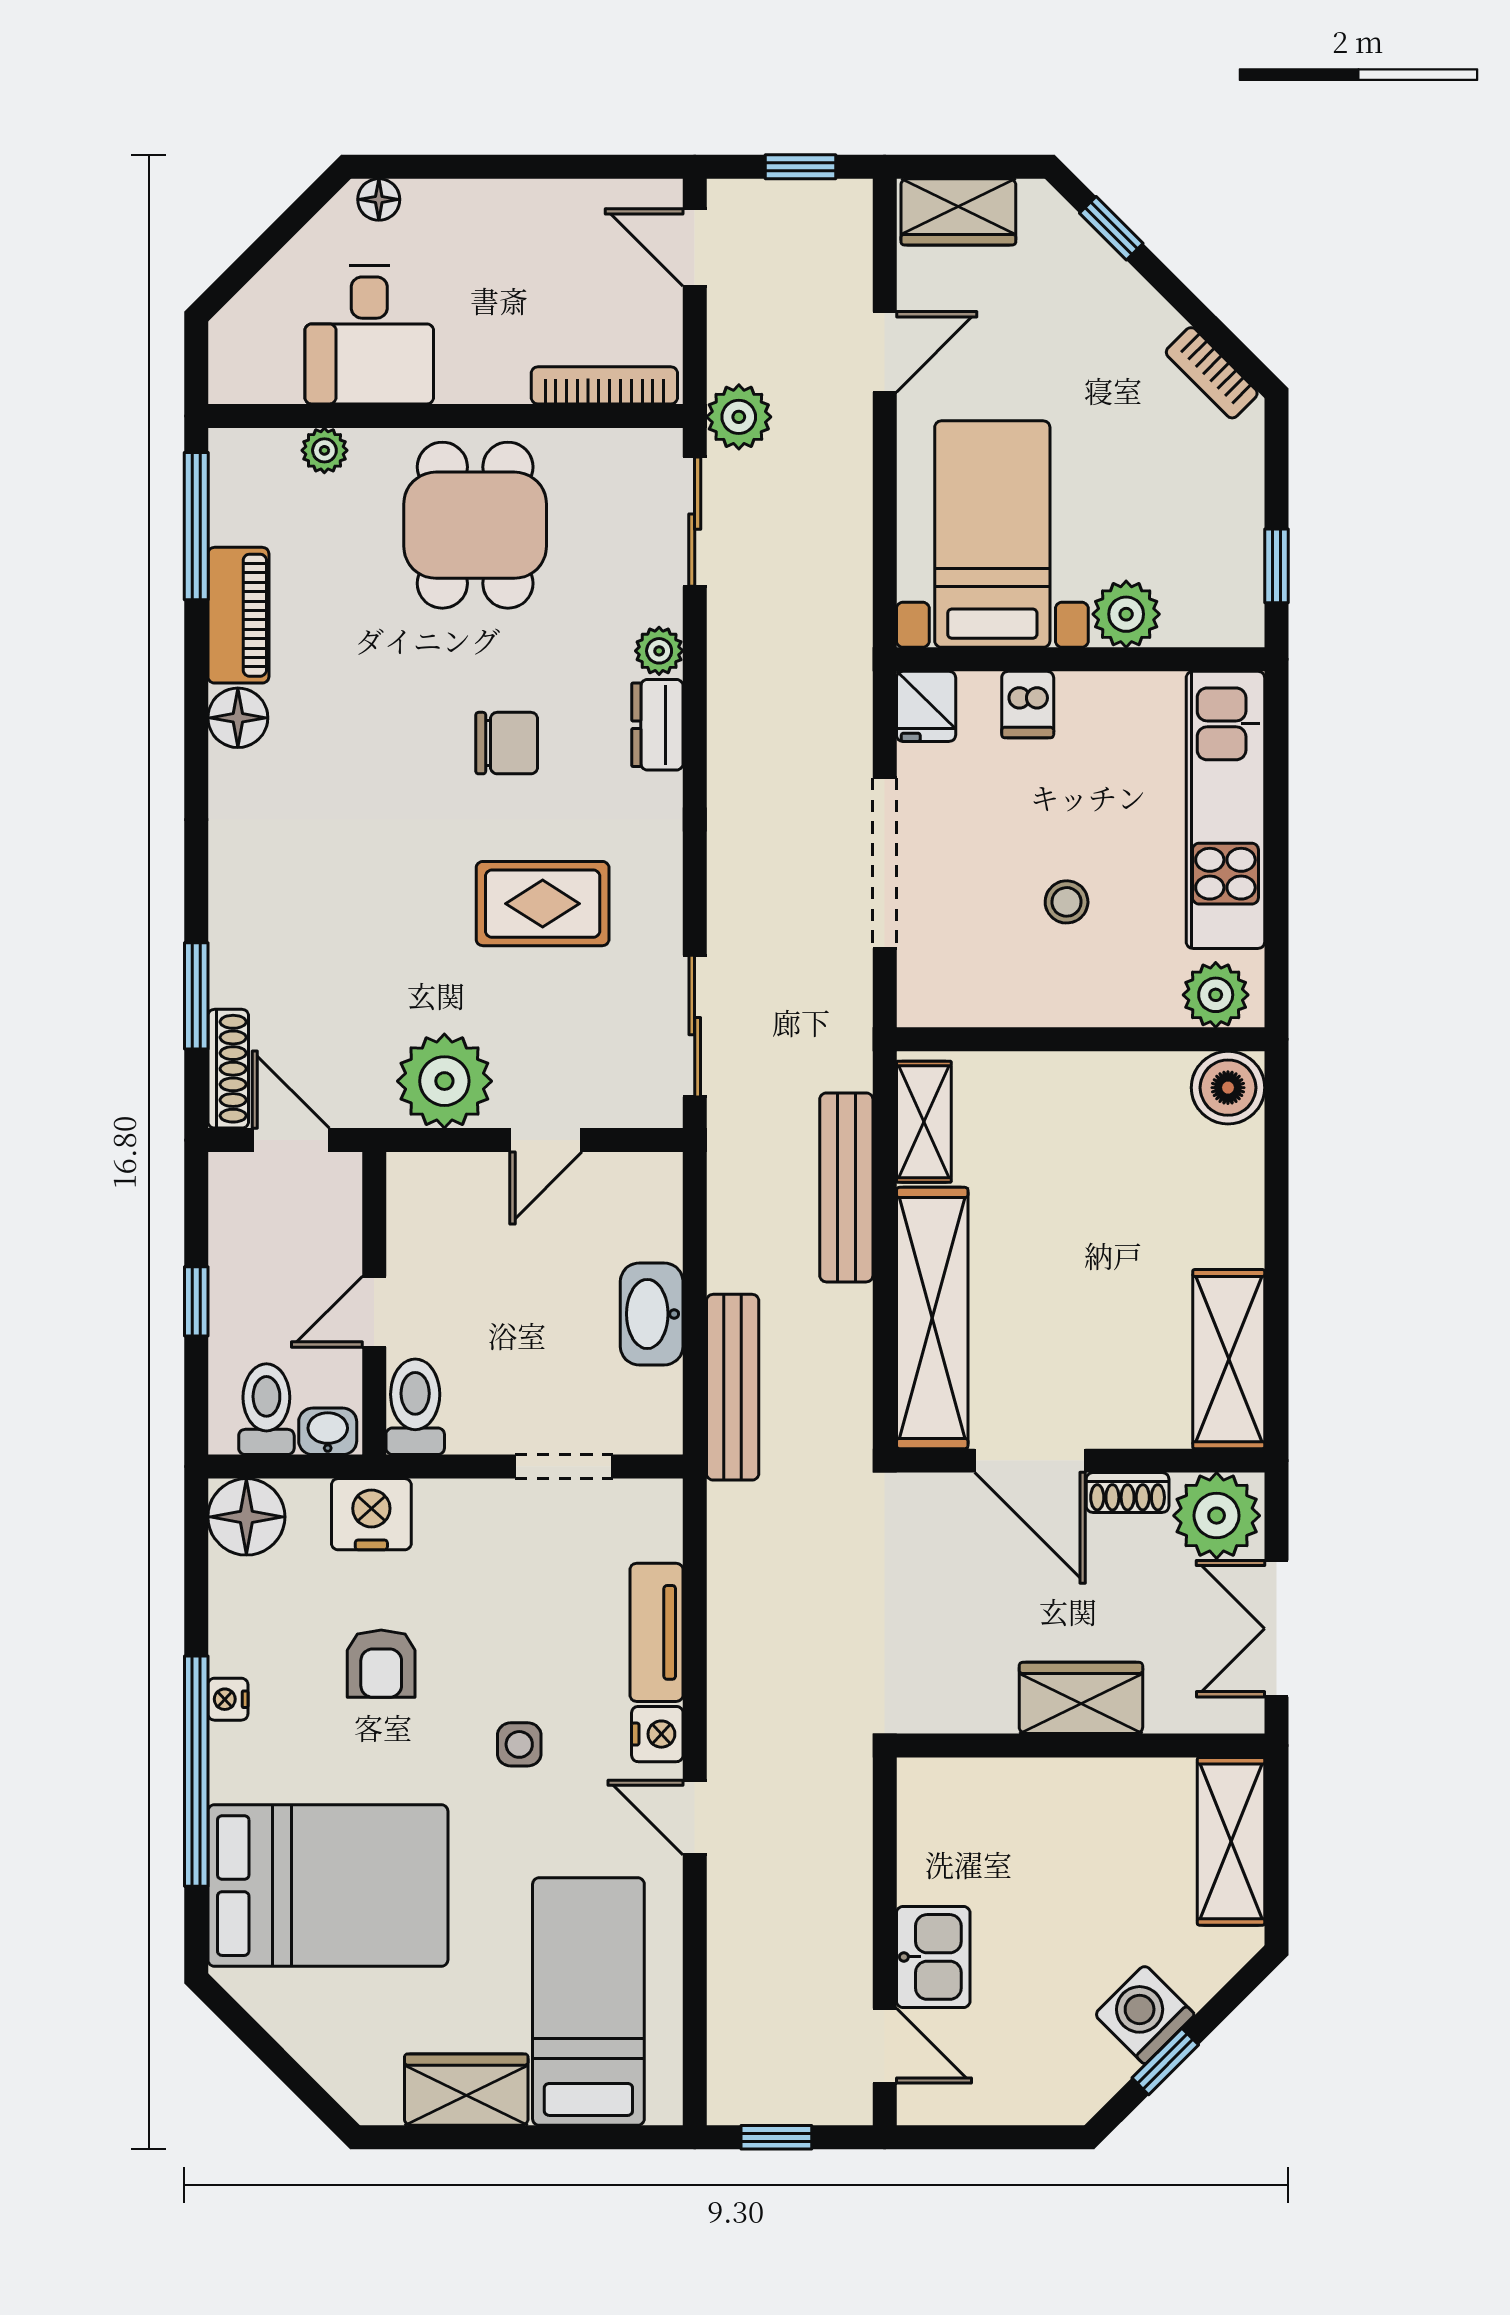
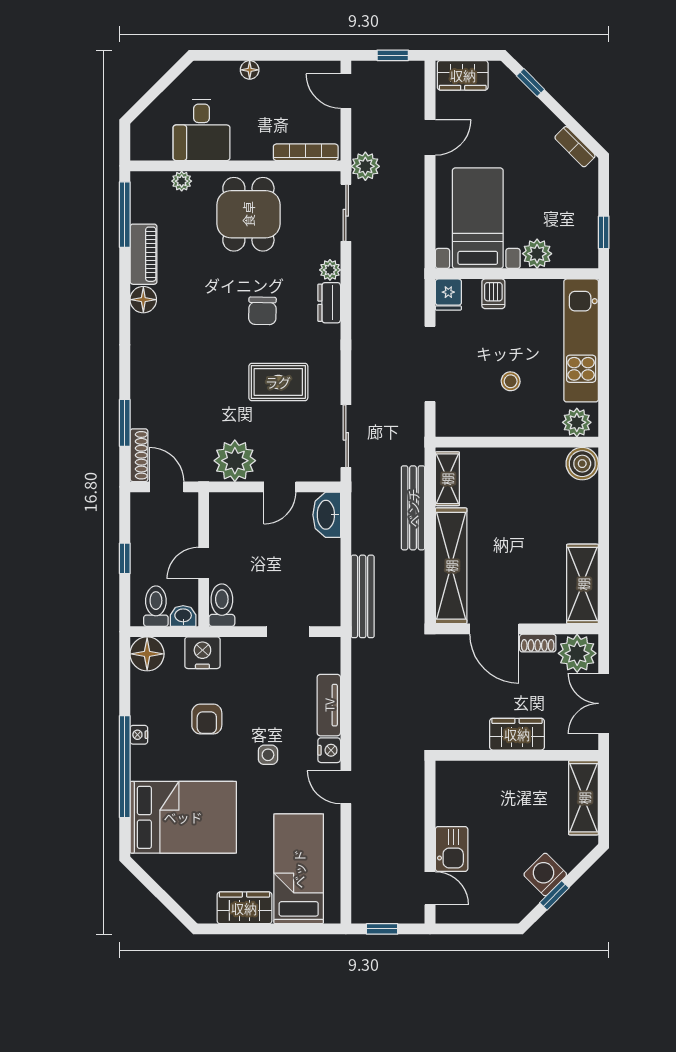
floor lamp: (379, 199) -> (250, 70), moved
chair: (507, 743) -> (262, 311), turned 91
washbasin: (652, 1314) -> (327, 515), moved

